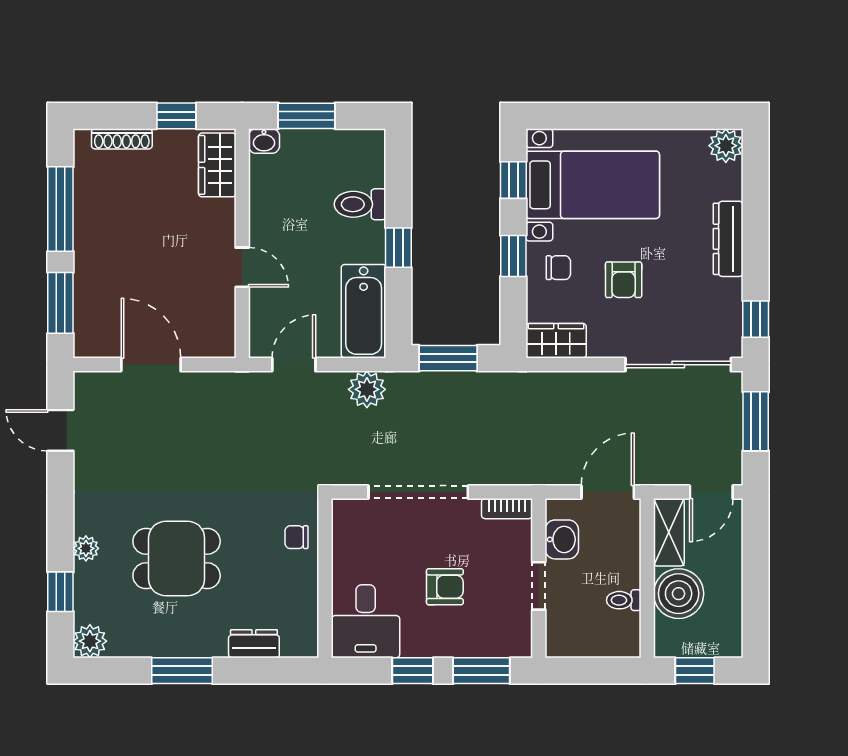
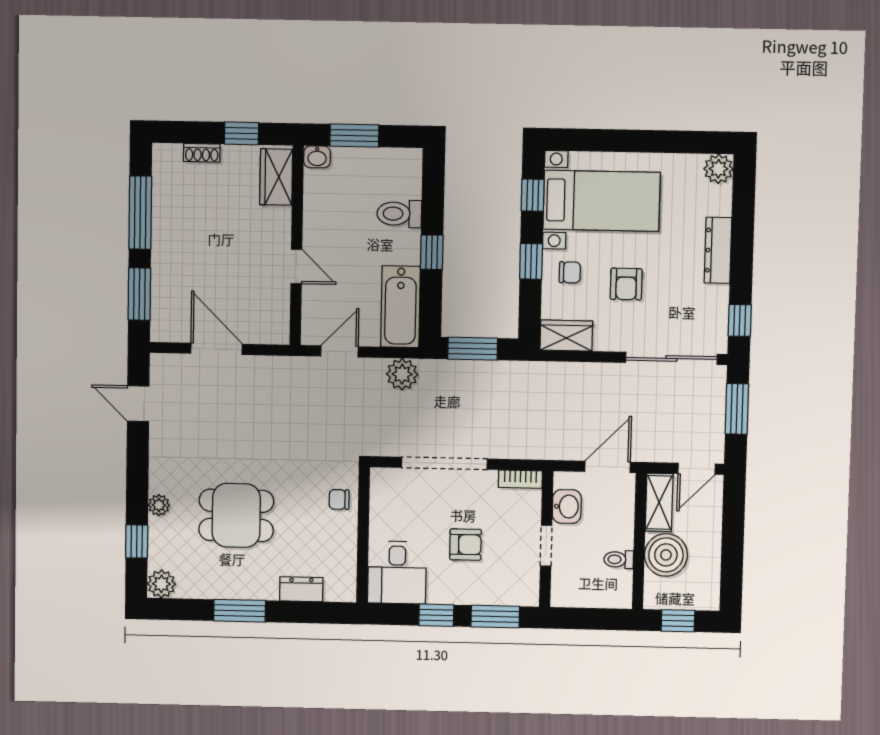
shoe rack: (122, 139) -> (202, 153), width x0.70

